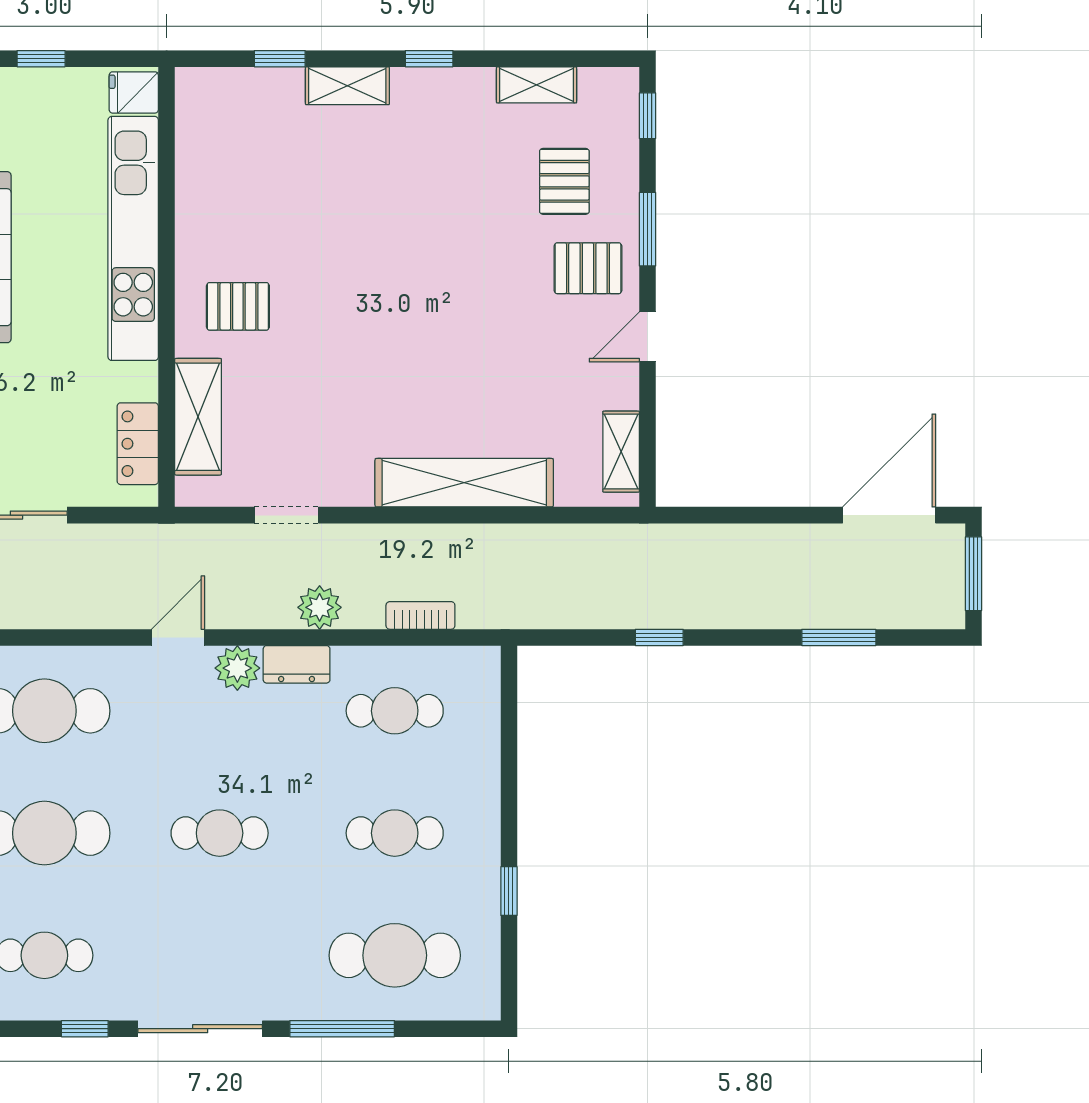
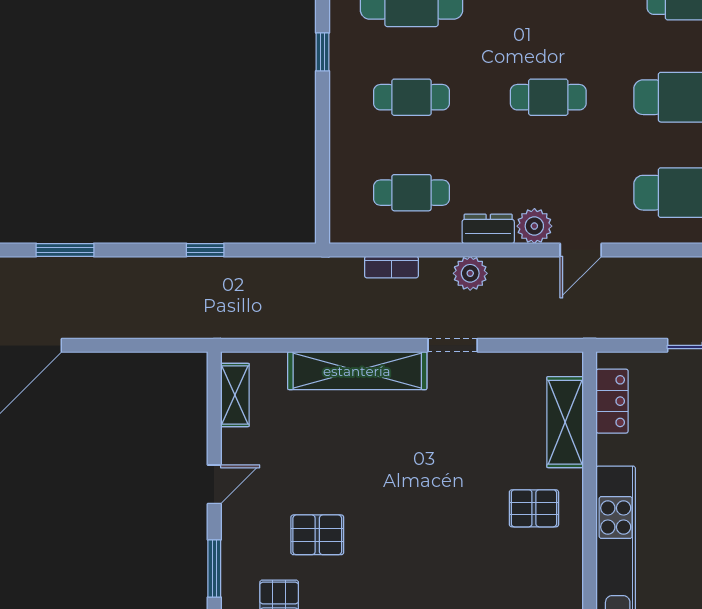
pallet: (588, 268) -> (317, 535), moved
doorway: (286, 515) -> (453, 345), moved

